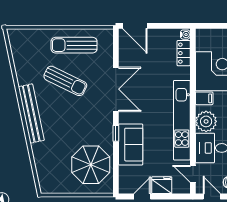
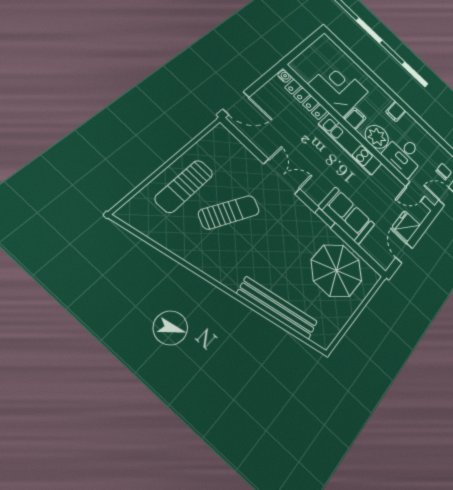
sun lounger: (74, 45) -> (184, 186), moved
locker: (184, 53) -> (306, 99), width x1.53
double door: (116, 89) -> (282, 176), width x0.73
bench: (31, 113) -> (277, 308), moved
kitchen unit: (182, 120) -> (350, 144), width x0.73

